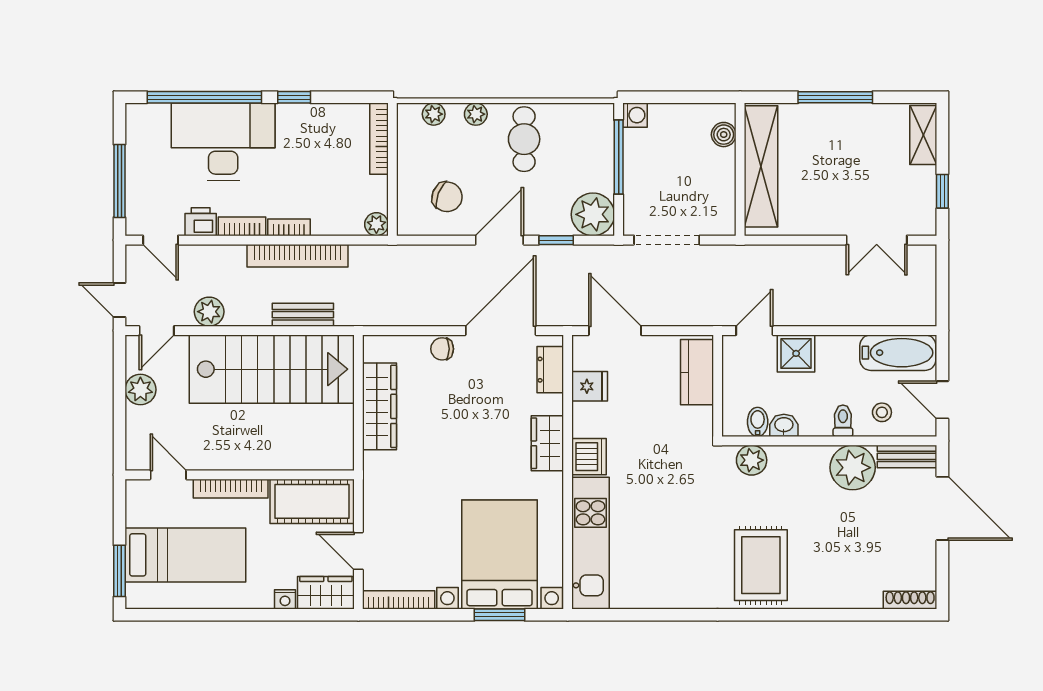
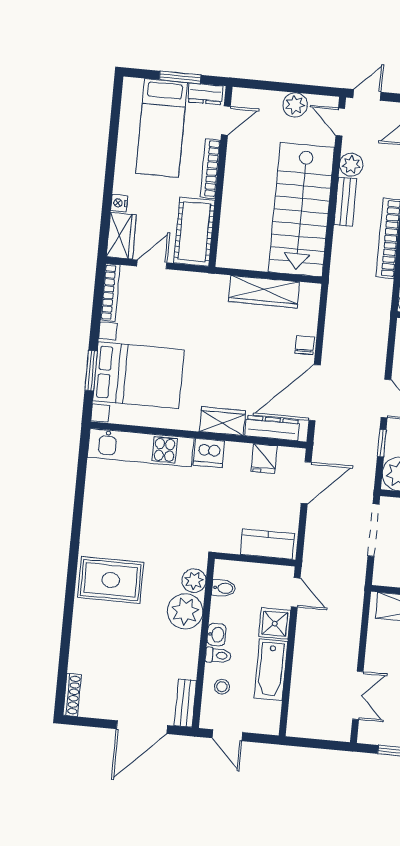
double door: (877, 240) -> (358, 695), swing flipped
bench: (303, 315) -> (345, 202), moved
door: (501, 331) -> (315, 393), swing flipped
bathtub: (898, 353) -> (271, 670), moved
dresser: (550, 370) -> (272, 428), width x1.44
door: (942, 400) -> (227, 735), swing flipped
washbasin: (784, 425) -> (217, 635), moved
plant: (853, 468) -> (185, 611), moved
dresser: (137, 504) -> (205, 94), added
window: (119, 571) -> (180, 77), moved

